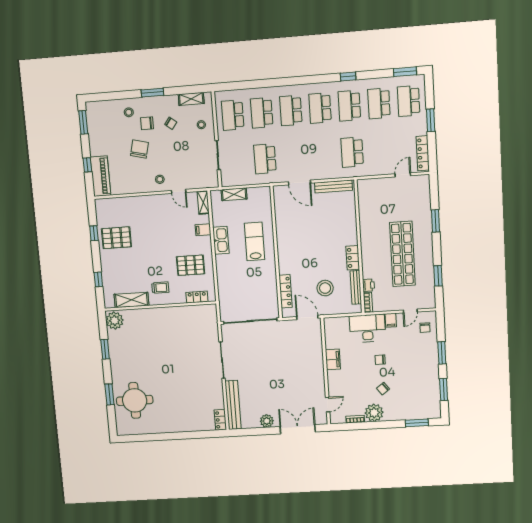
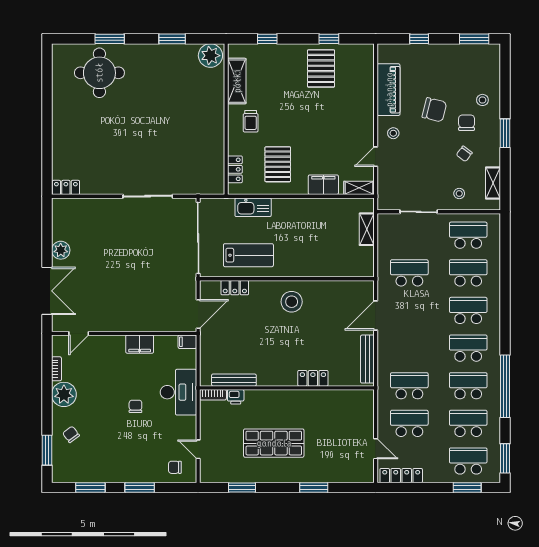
window: (348, 76) -> (505, 386), width x3.17
window: (431, 120) -> (467, 488), moved
school desk: (381, 150) -> (409, 423), added
piano: (100, 176) -> (389, 90), moved, turned -90
filing cabinet: (203, 230) -> (323, 185), width x2.00
kitchen sink: (221, 240) -> (253, 207), moved
lab bench: (255, 241) -> (248, 255), moved
shop shelf: (402, 254) -> (274, 443), width x0.71
locker: (353, 258) -> (313, 378), moved
stool: (325, 288) -> (292, 302), moved
locker: (286, 291) -> (235, 288), width x0.66
filing cabinet: (391, 320) -> (187, 342), moved
chair: (383, 389) -> (71, 434), moved
bench: (233, 405) -> (85, 206), removed
door: (328, 405) -> (79, 333), hinge flipped

